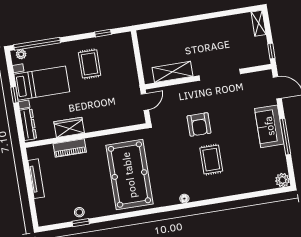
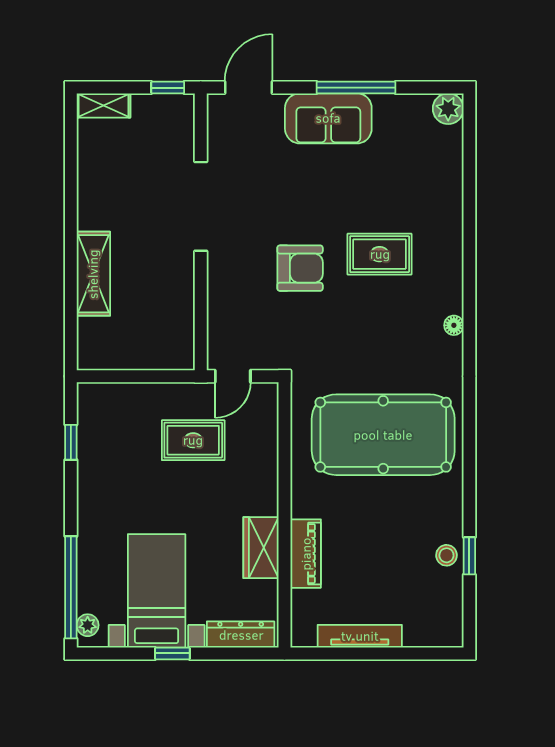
rug: (90, 64) -> (193, 440), moved
shelving: (173, 72) -> (93, 274), moved
door: (145, 102) -> (233, 376), swing flipped

